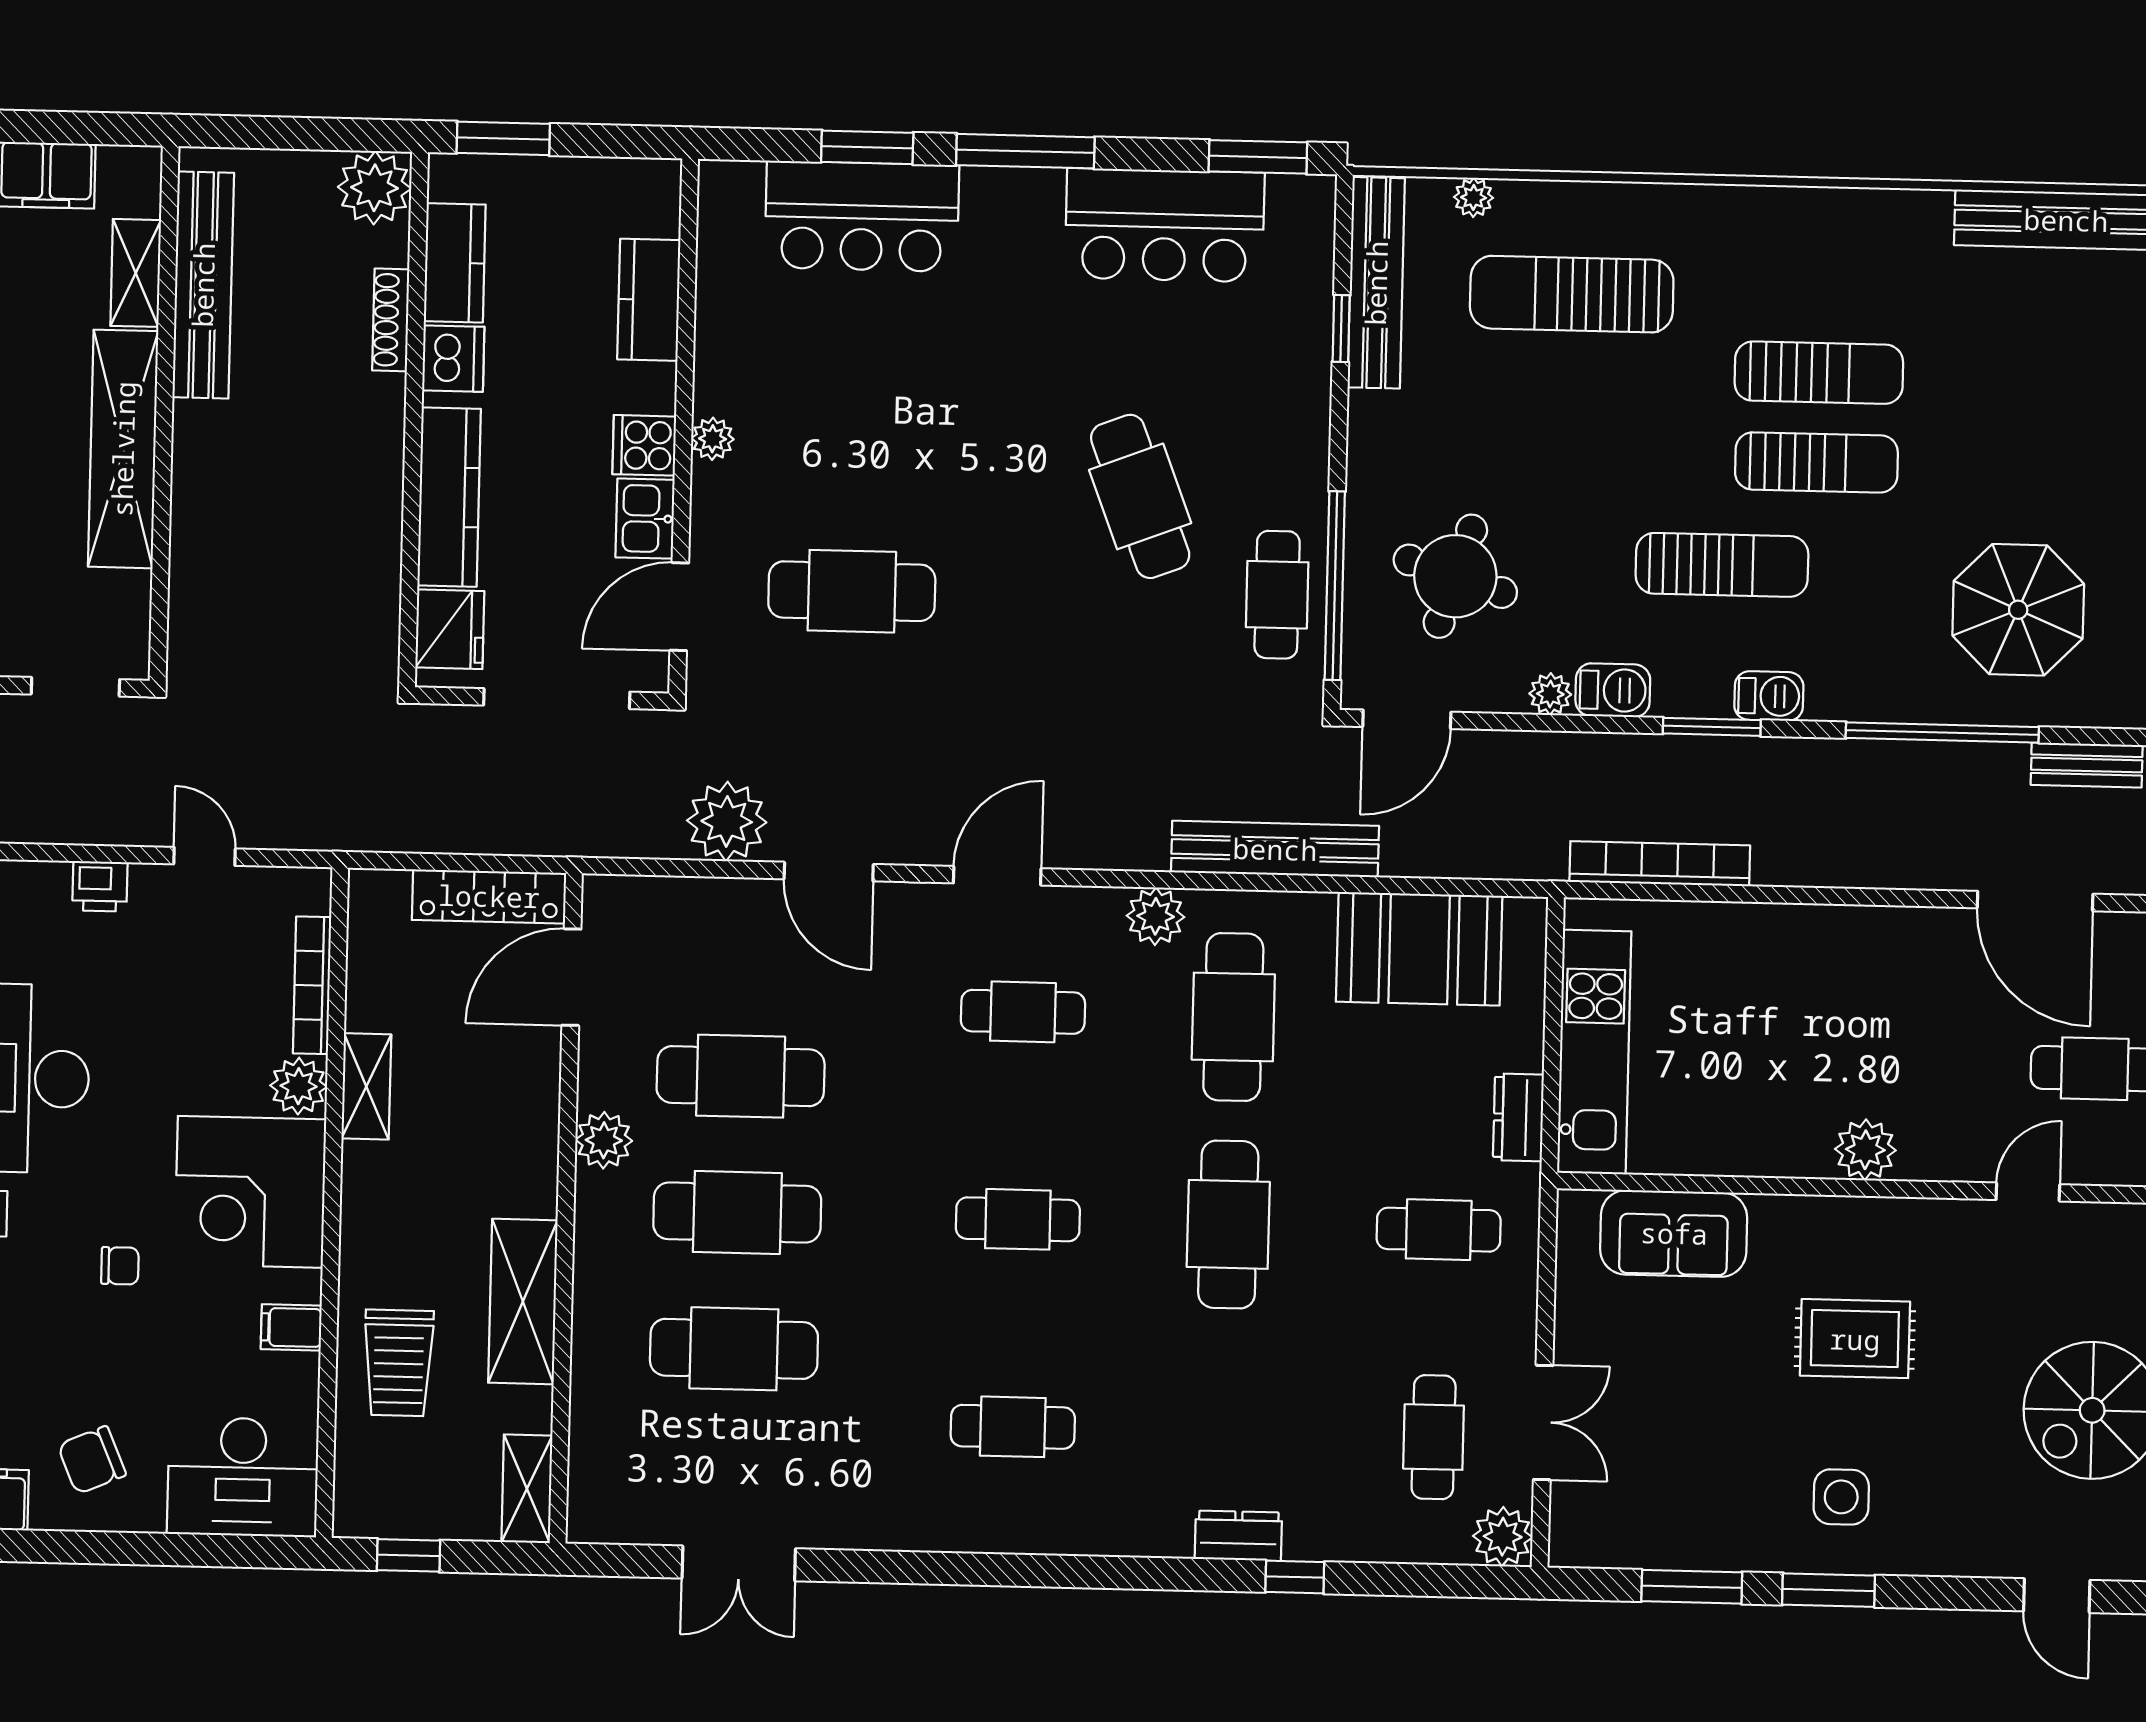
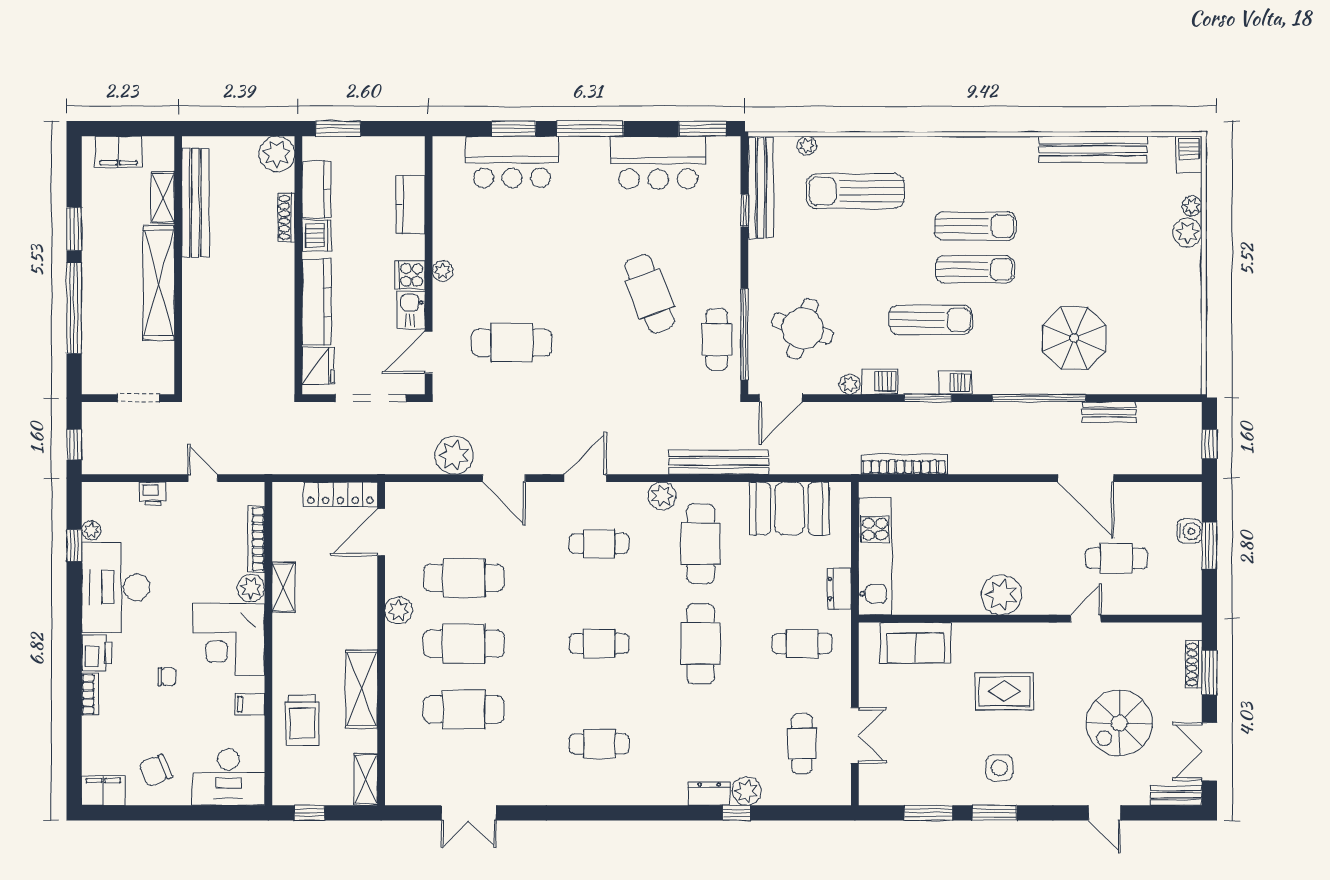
plant: (1865, 1150) -> (1002, 595), width x1.36, depth x1.36
plant: (1503, 1537) -> (746, 791), moved

